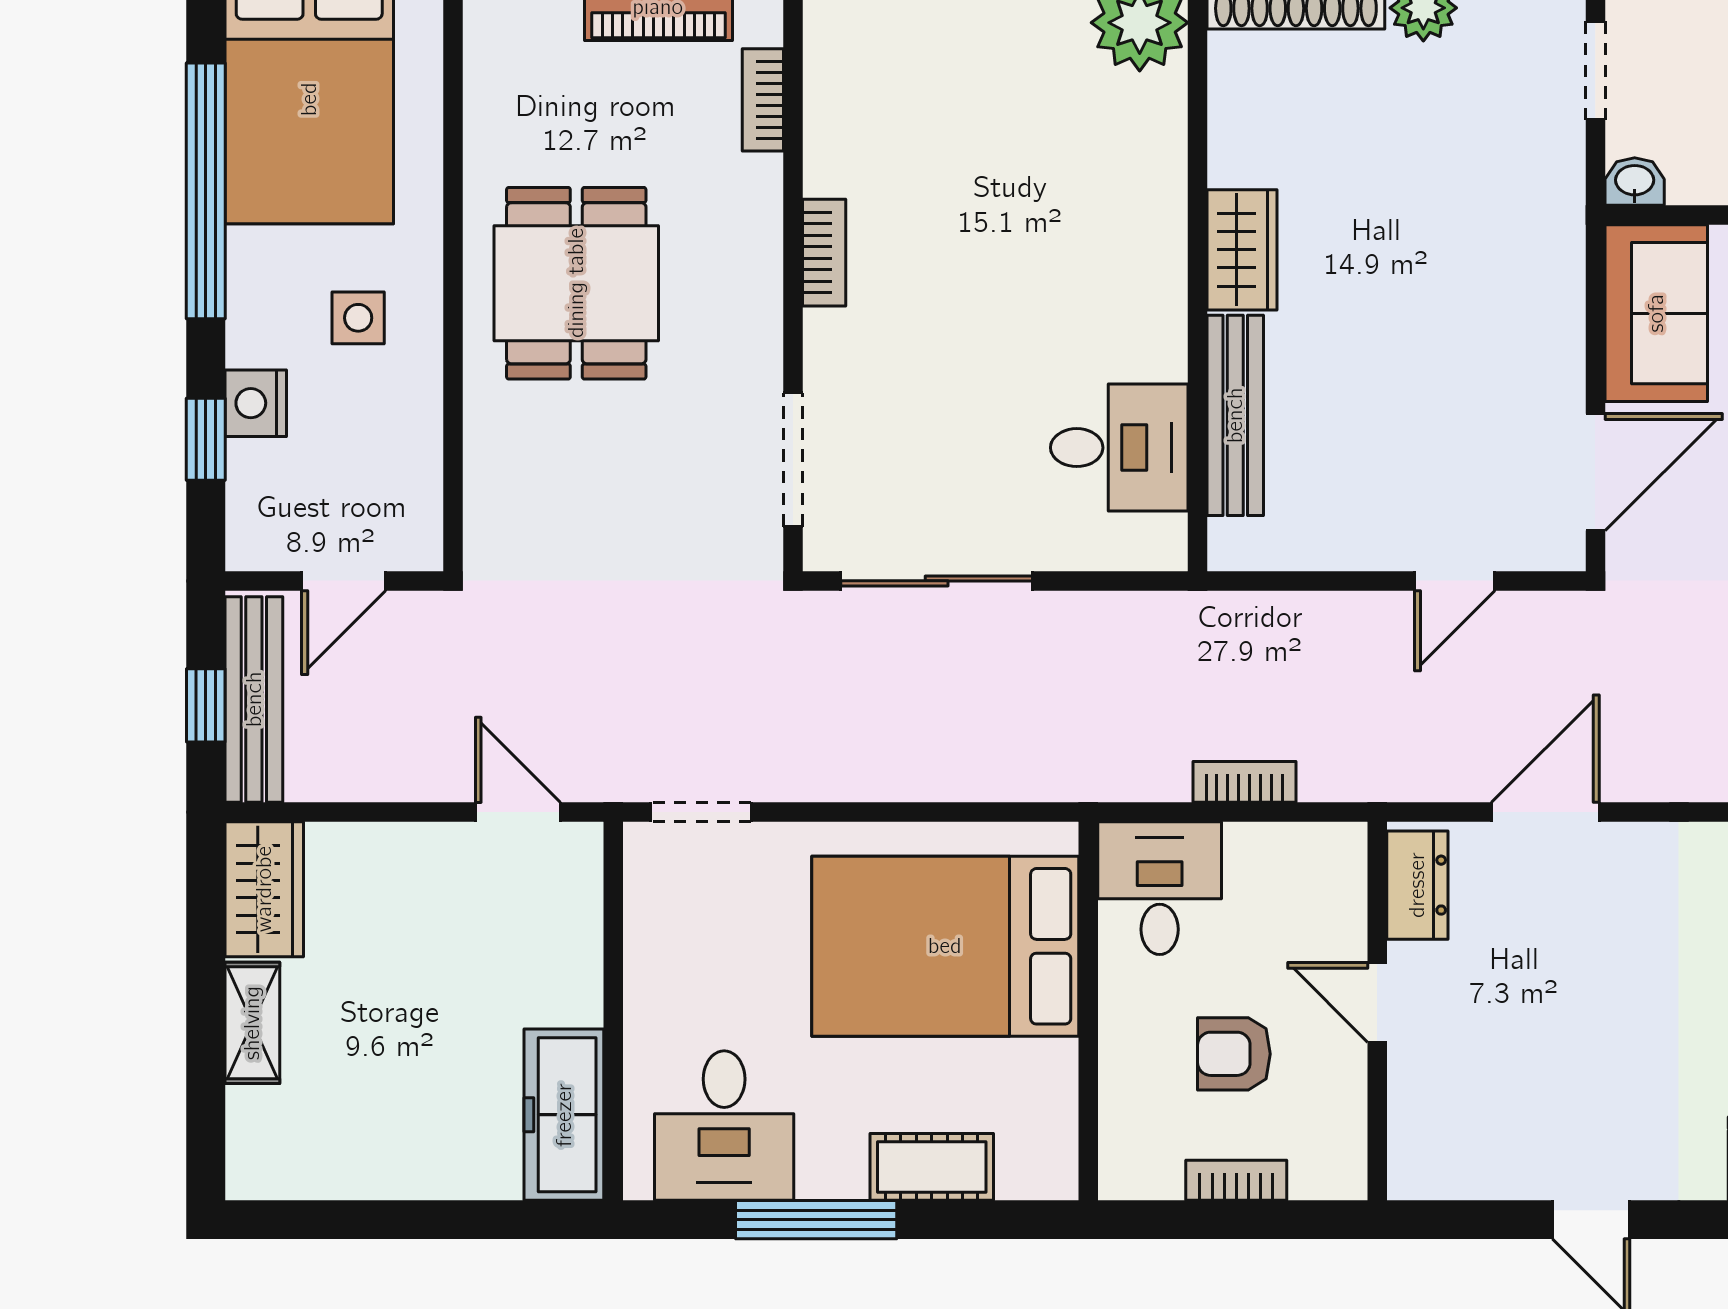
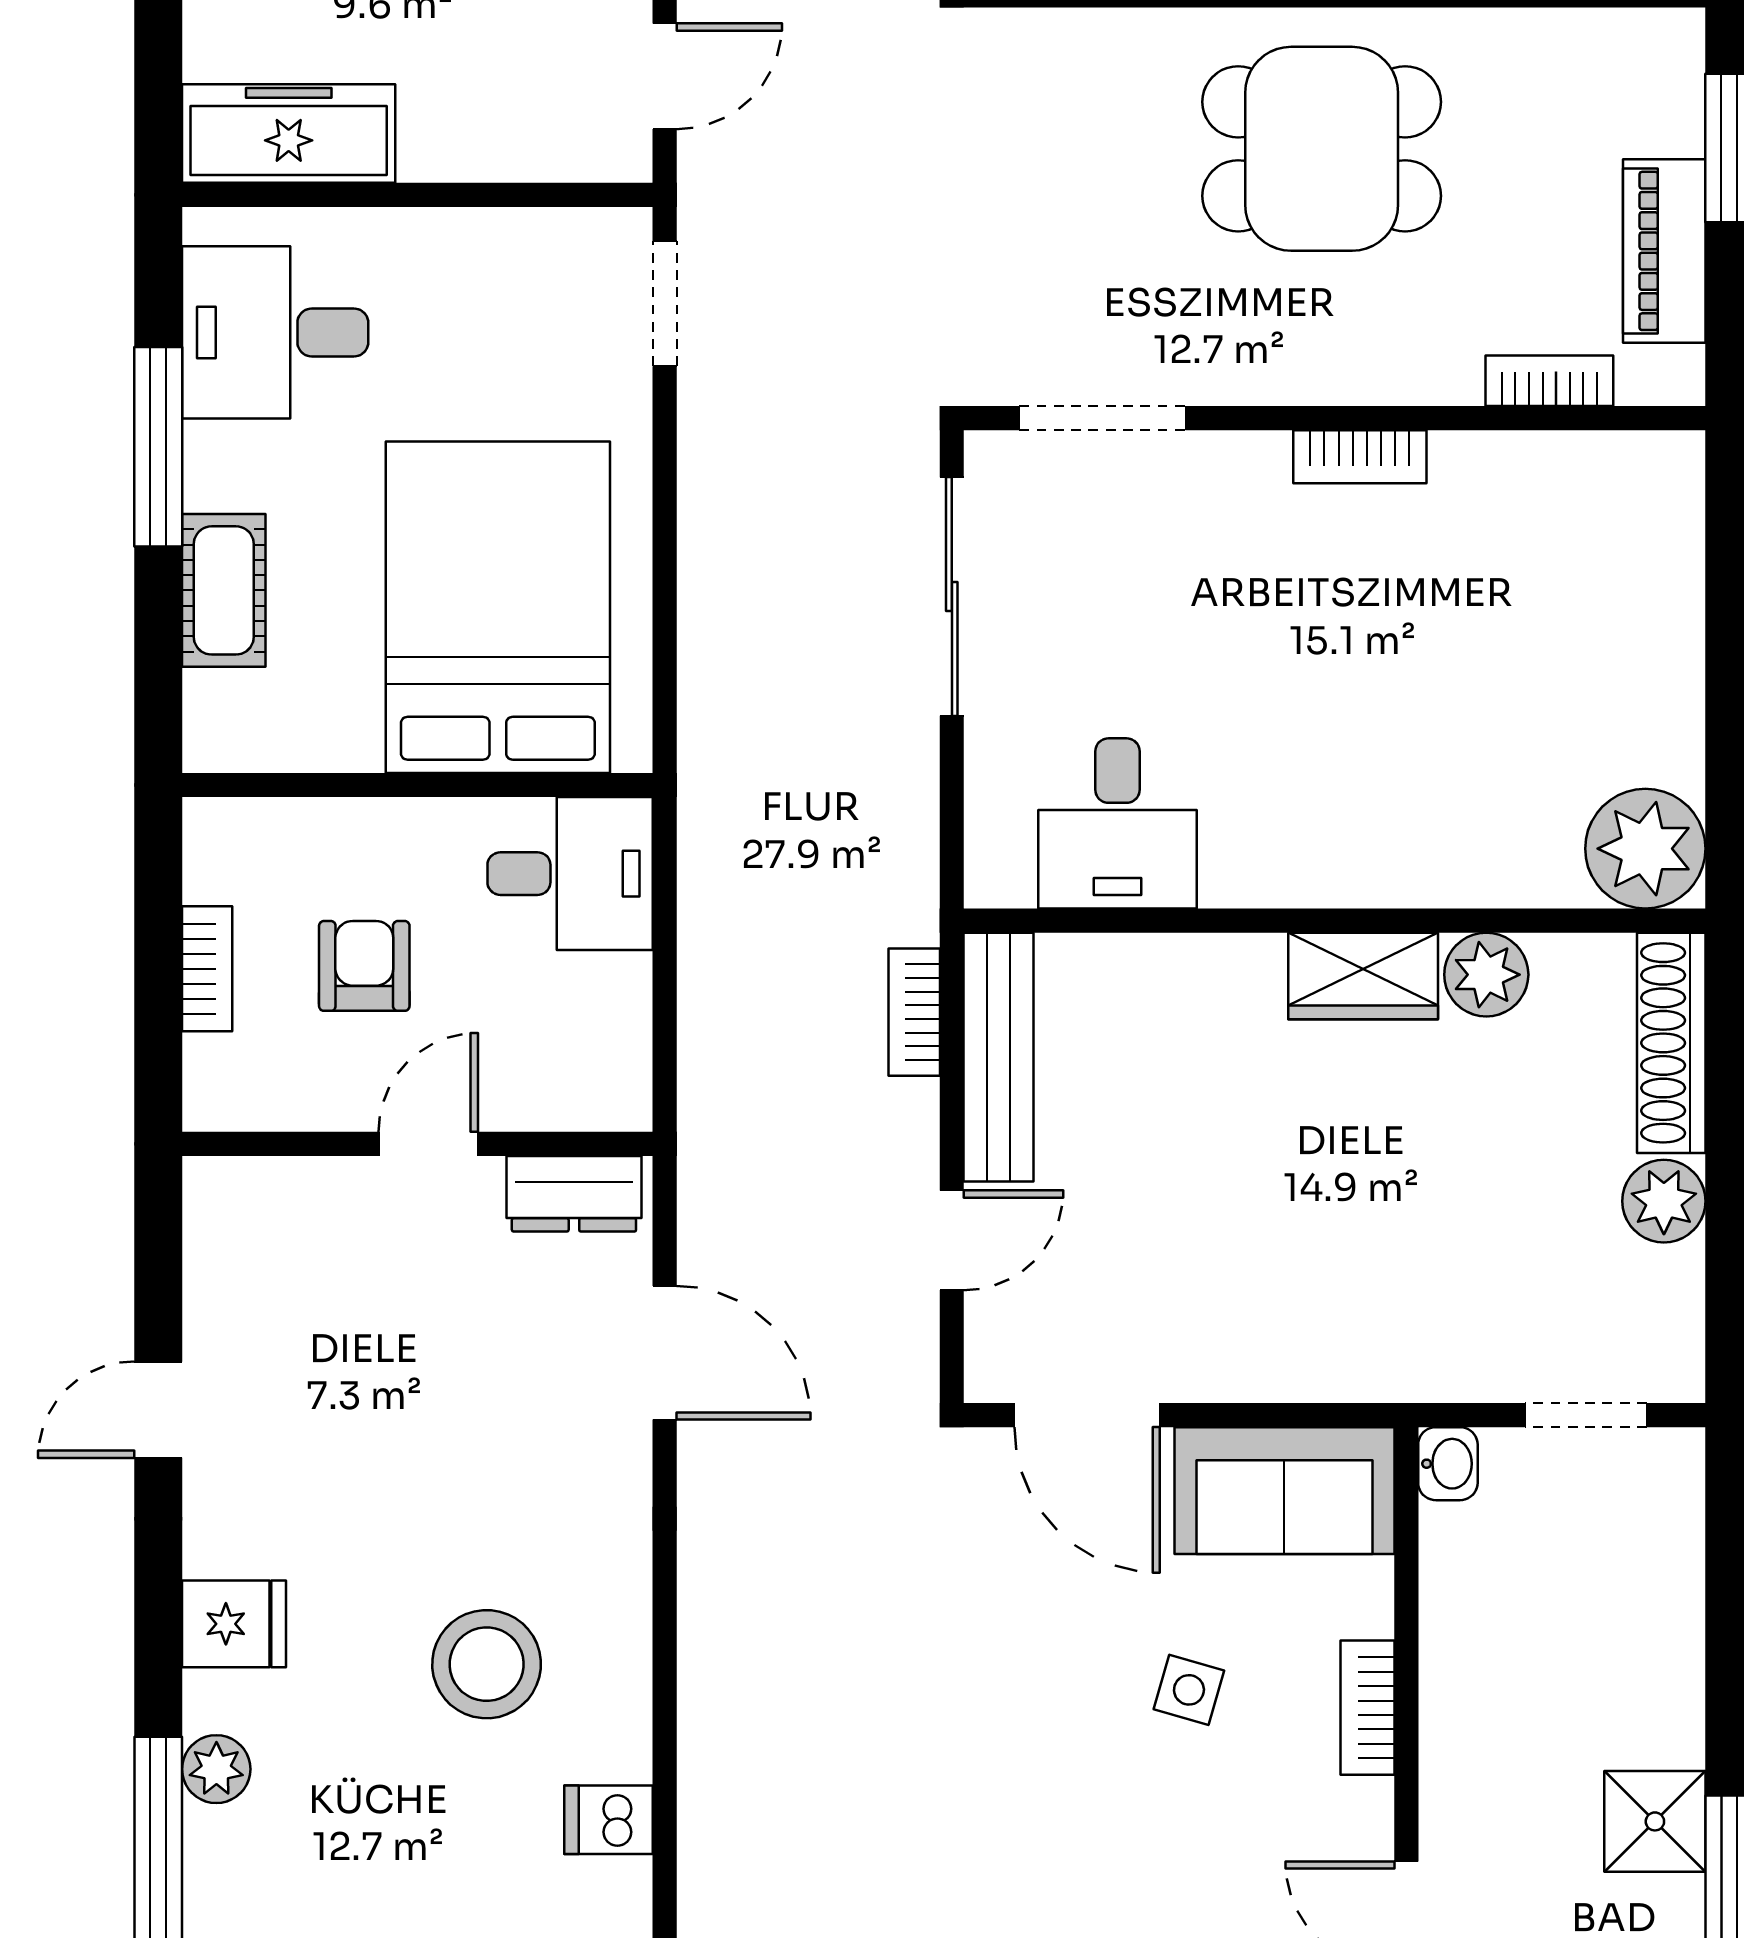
plant: (1241, 151) -> (1486, 975), added
bench: (1235, 415) -> (999, 1057), moved, turned 90
door: (1455, 581) -> (952, 1240), swing flipped
bookcase: (1244, 782) -> (914, 1012), moved, turned 180

